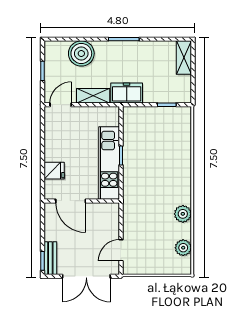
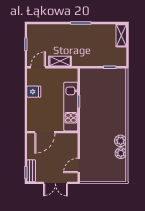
boiler: (81, 53) -> (52, 33), removed
freezer: (127, 93) -> (83, 59), removed
fridge: (54, 171) -> (34, 92), moved
door: (71, 201) -> (45, 132), hinge flipped
plant: (183, 248) -> (121, 153), moved
double door: (86, 276) -> (55, 183), width x0.73

